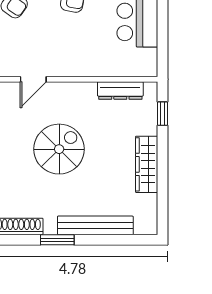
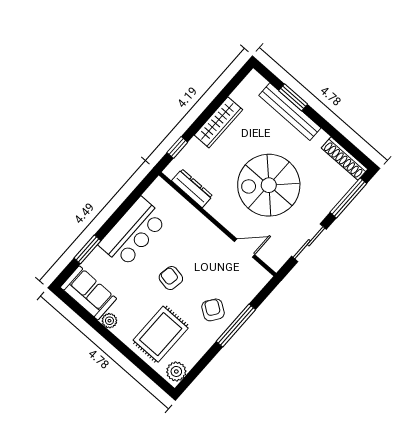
spiral stairs: (59, 149) -> (269, 185), width x1.37, depth x1.37
window: (57, 240) -> (293, 97), moved

